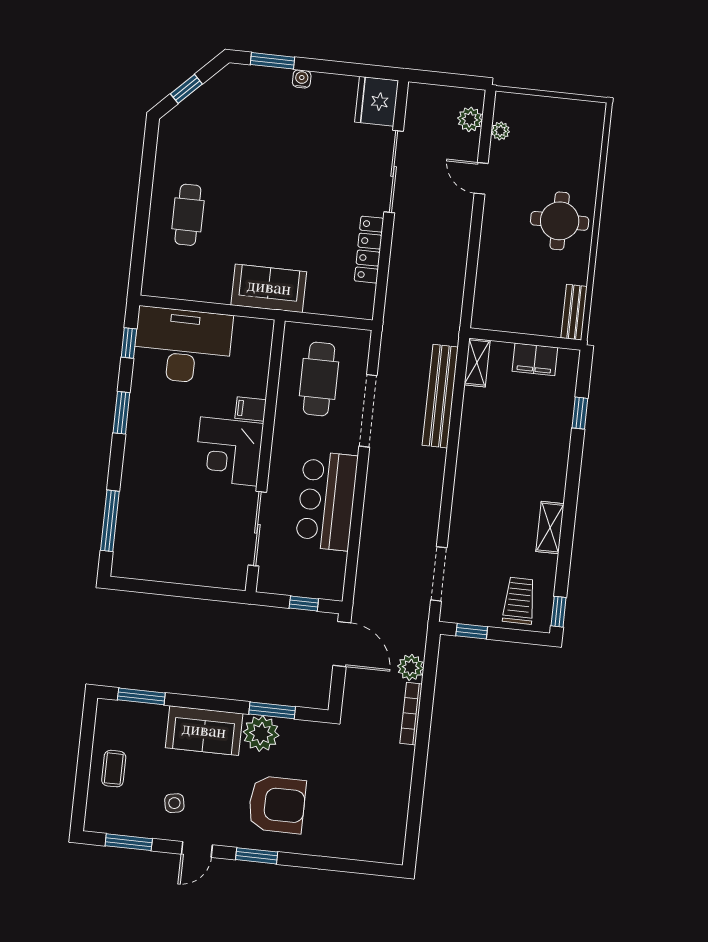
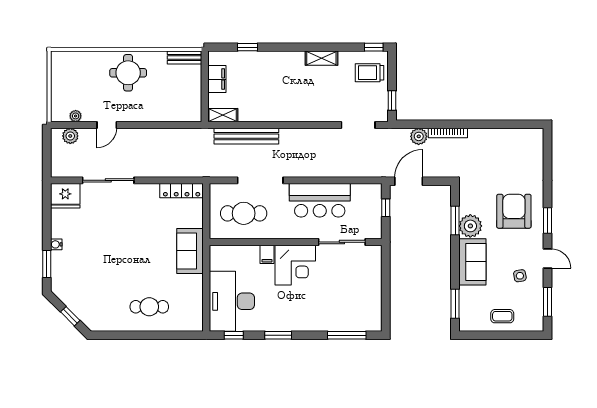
locker: (369, 250) -> (182, 191), moved

